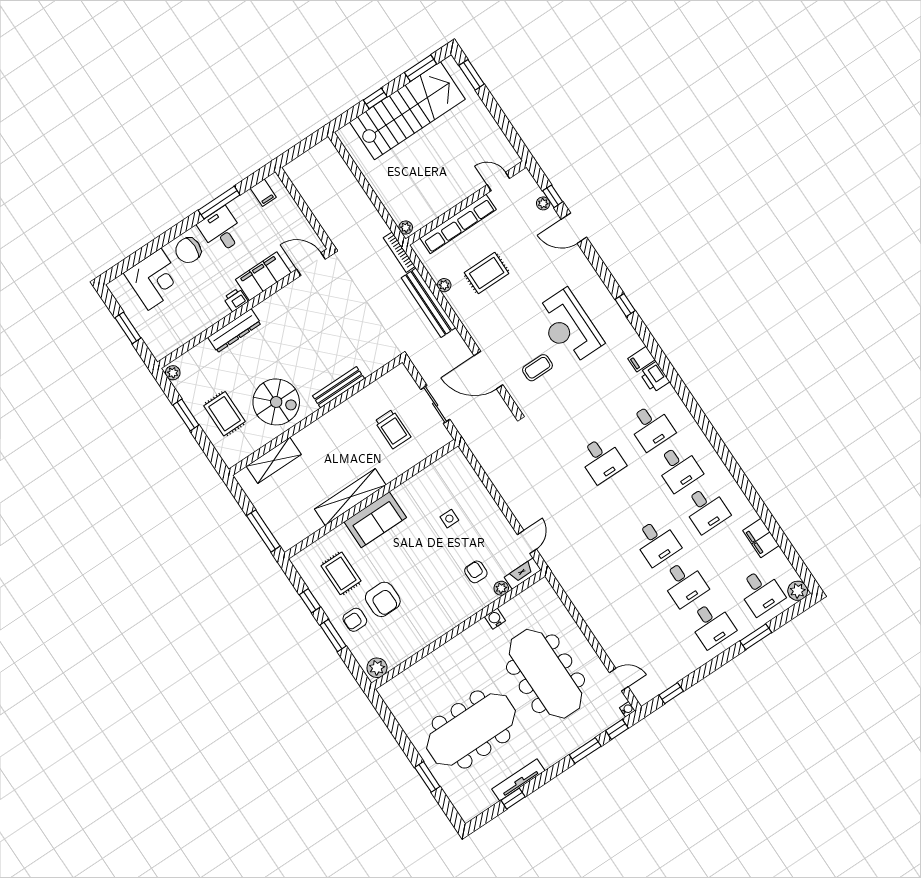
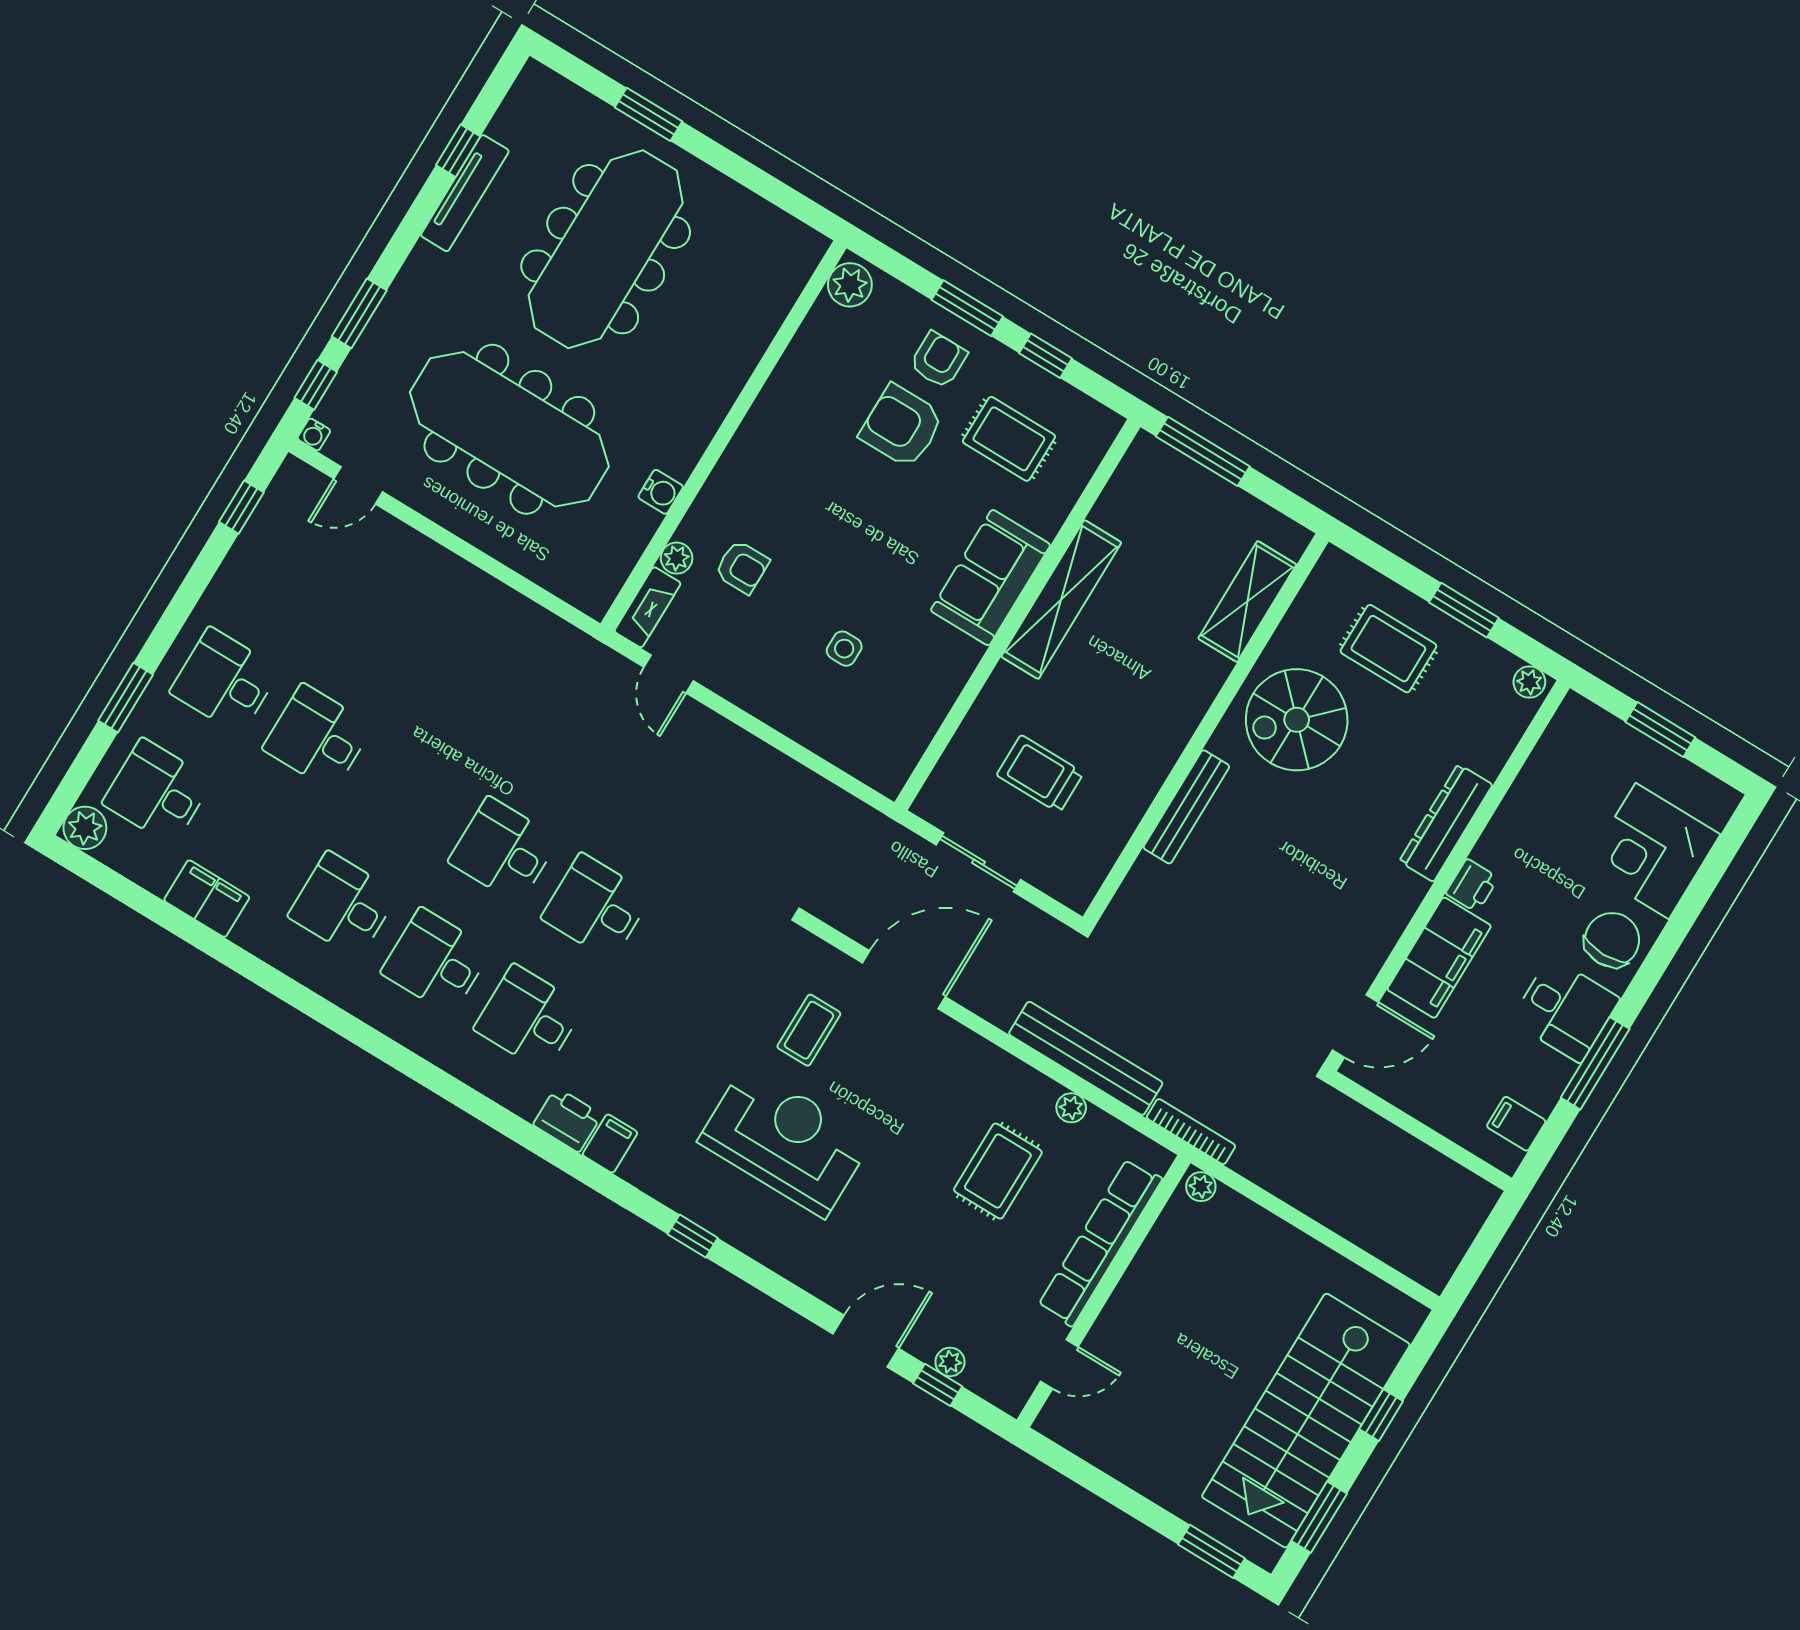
desk: (657, 542) -> (503, 850), moved

